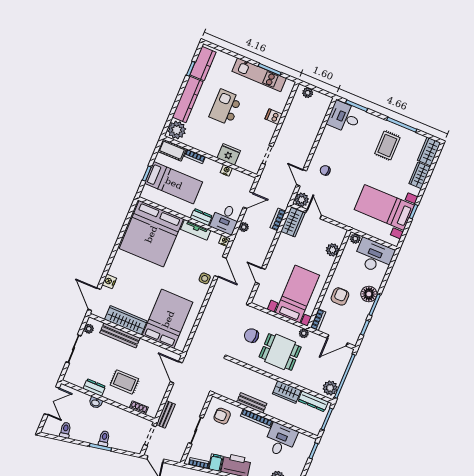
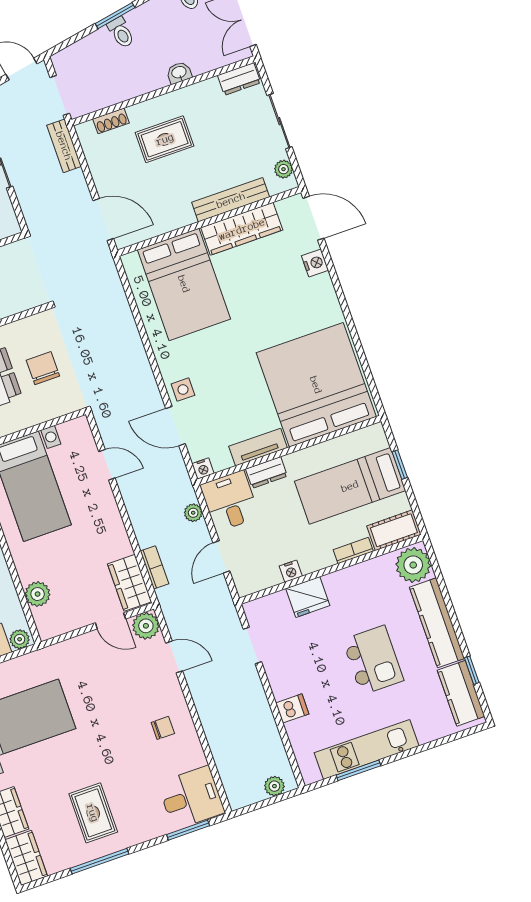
chair: (325, 170) -> (163, 728), moved
chair: (252, 336) -> (43, 368), turned -90
dresser: (94, 388) -> (239, 79), moved

